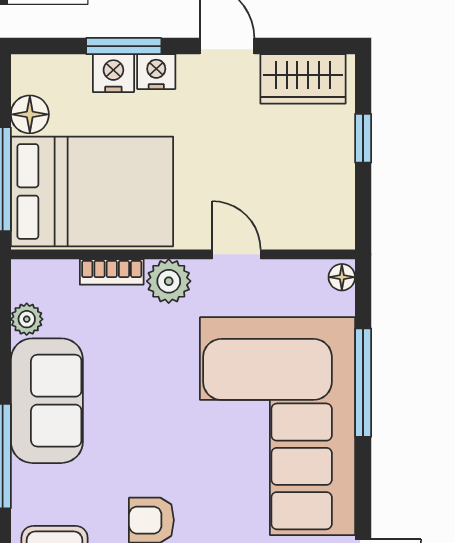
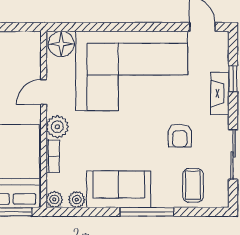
plant: (27, 275) -> (54, 199), added
floor lamp: (342, 277) -> (61, 44), width x1.89, depth x1.89
window: (363, 383) -> (109, 27), removed

